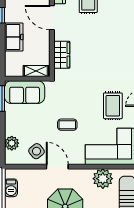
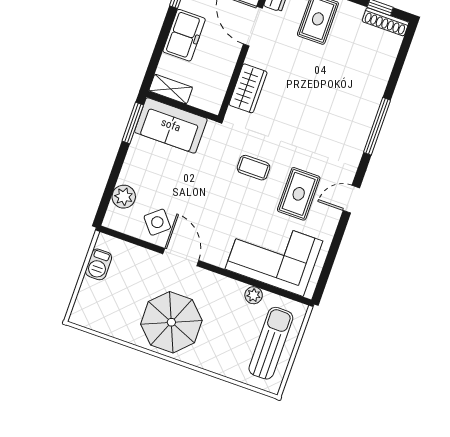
shelving: (36, 71) -> (171, 89), moved
coffee table: (67, 125) -> (254, 168), moved
plant: (103, 179) -> (254, 295), width x0.53, depth x0.53

